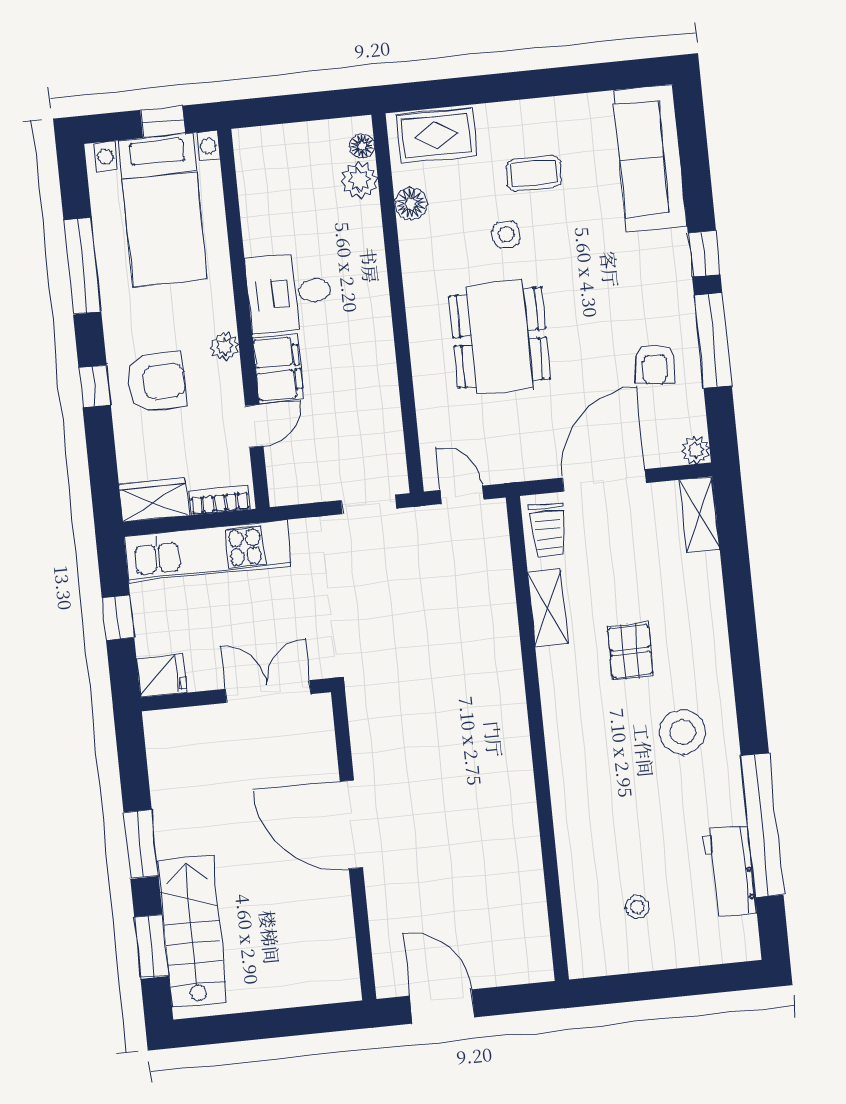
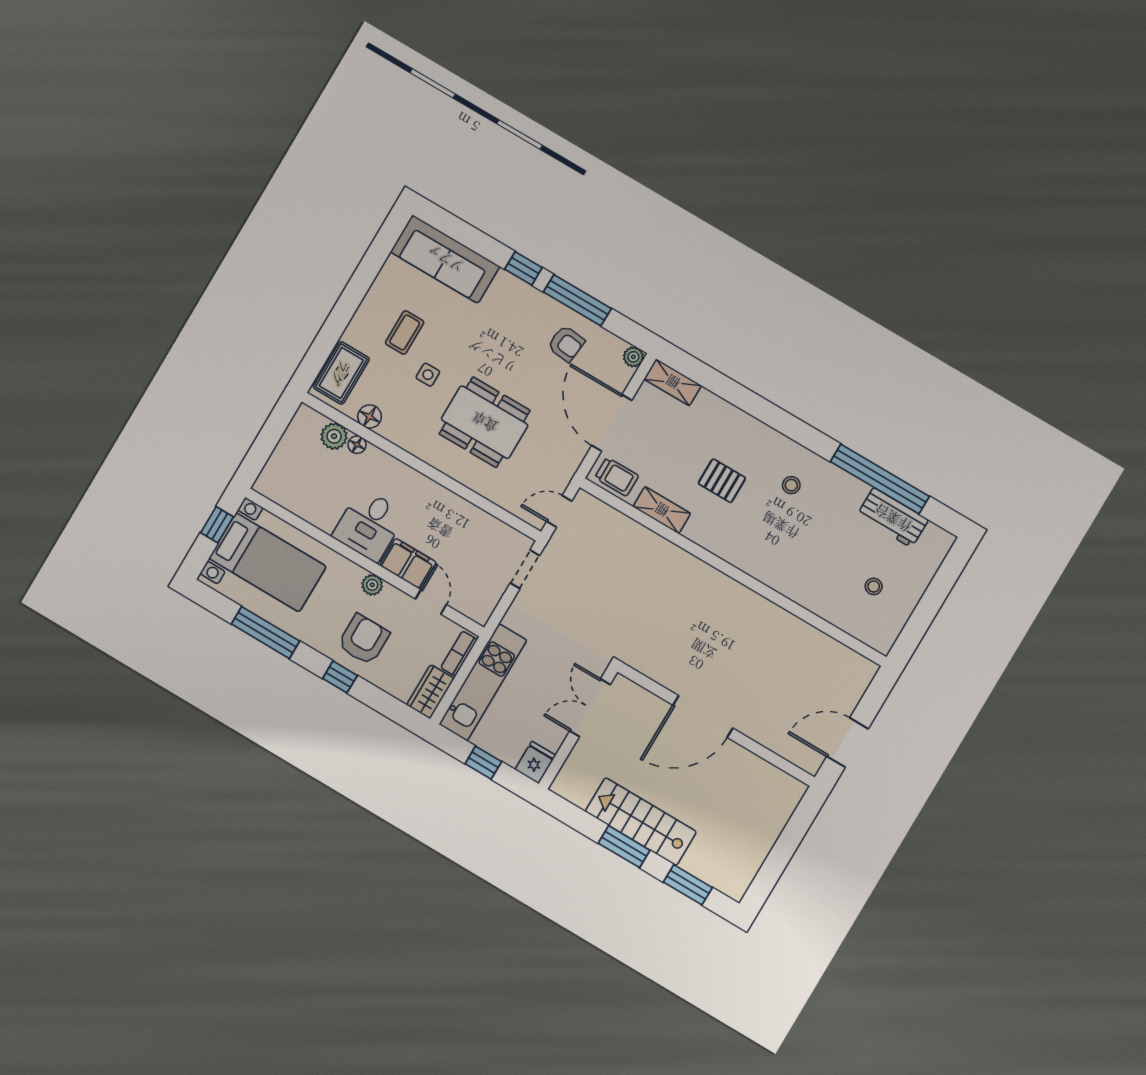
floor lamp: (362, 146) -> (357, 445), moved
stool: (682, 732) -> (791, 485), width x0.53, depth x0.53
stairs: (192, 931) -> (641, 822), moved

